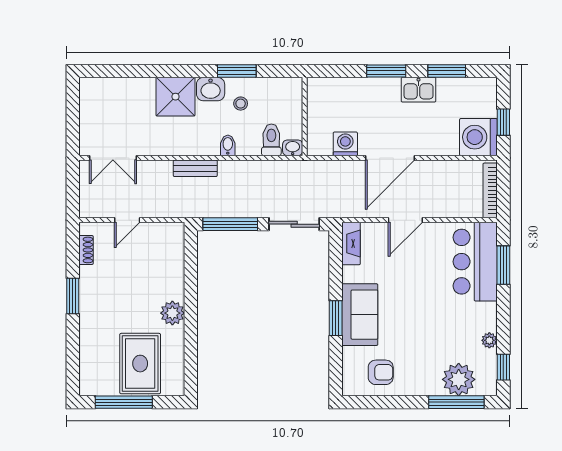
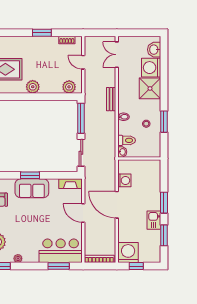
washbasin: (211, 89) -> (154, 50), moved
washing machine: (137, 95) -> (151, 68), added
plant: (173, 246) -> (69, 87), added

